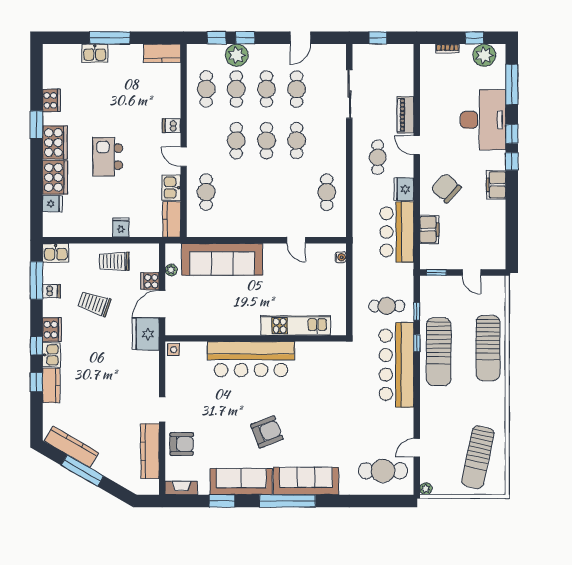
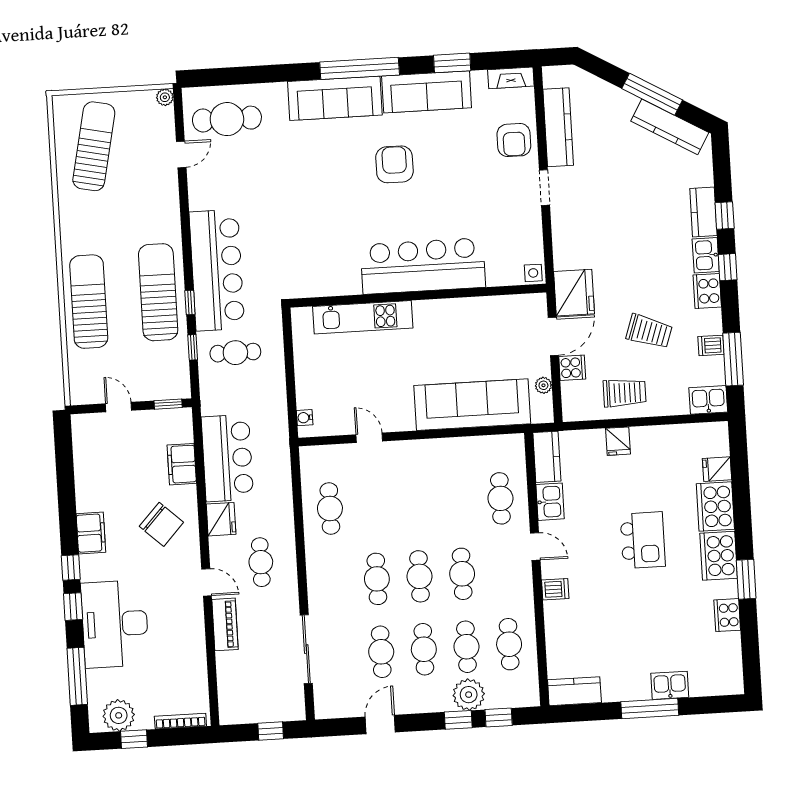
bookcase: (447, 49) -> (180, 721), width x1.56
armchair: (267, 432) -> (394, 164), turned 111
armchair: (182, 444) -> (514, 140), turned -90

